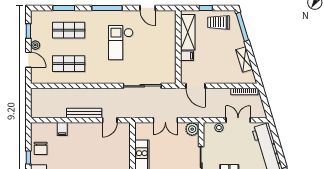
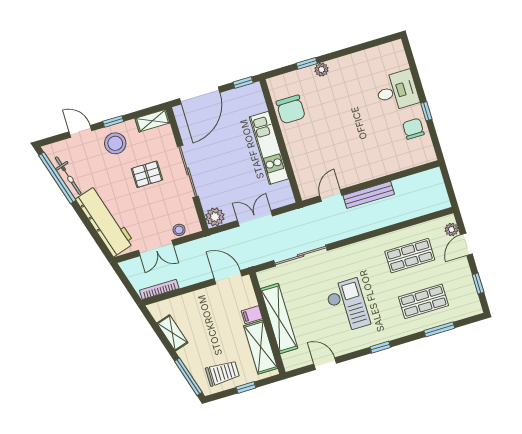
window: (107, 8) -> (380, 347), width x0.46
plant: (35, 45) -> (451, 229), moved
shelving: (169, 48) -> (279, 318), added
door: (28, 60) -> (466, 244), hinge flipped
filing cabinet: (62, 129) -> (392, 164), removed

